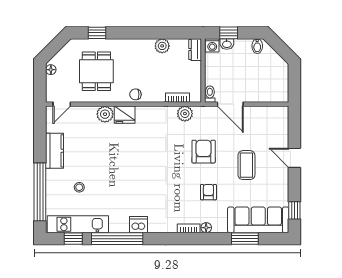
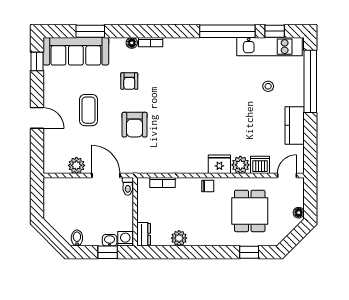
plant: (185, 114) -> (76, 165), moved
dishwasher: (139, 225) -> (260, 165), moved, turned 180

